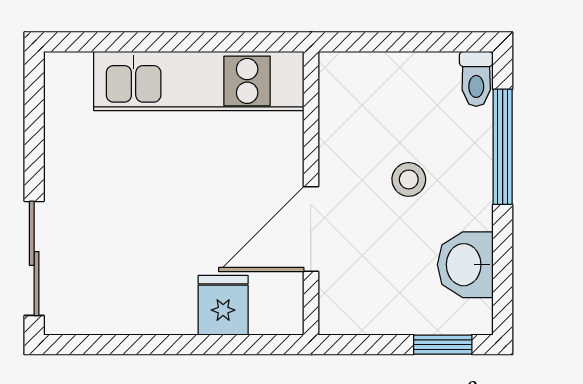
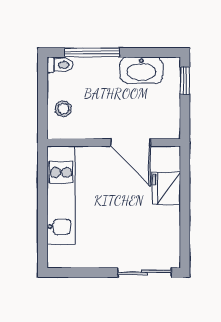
stool: (409, 179) -> (63, 109), moved
washbasin: (465, 265) -> (141, 70), width x1.38
fridge: (223, 305) -> (166, 188), width x1.38

